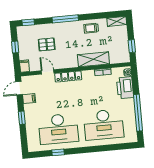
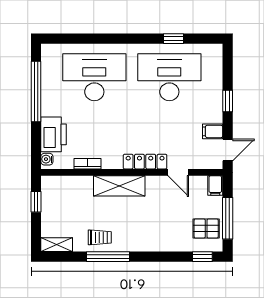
window: (65, 19) -> (108, 257), moved
pallet: (47, 44) -> (206, 228), moved
window: (15, 47) -> (228, 218), width x2.17
shelving: (93, 59) -> (119, 186), moved

